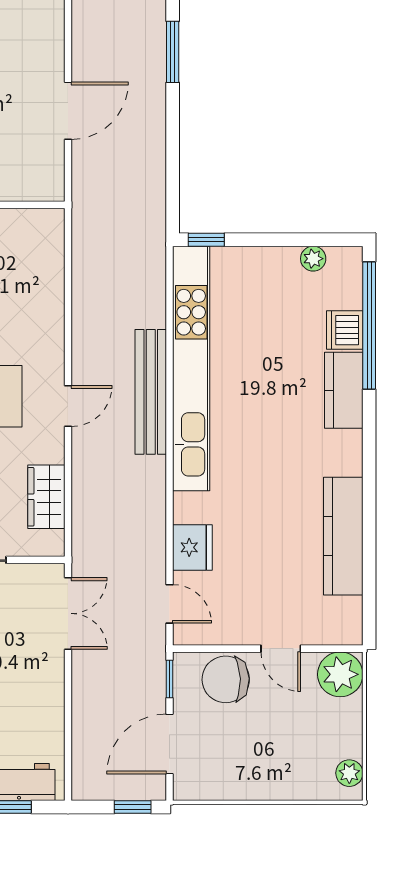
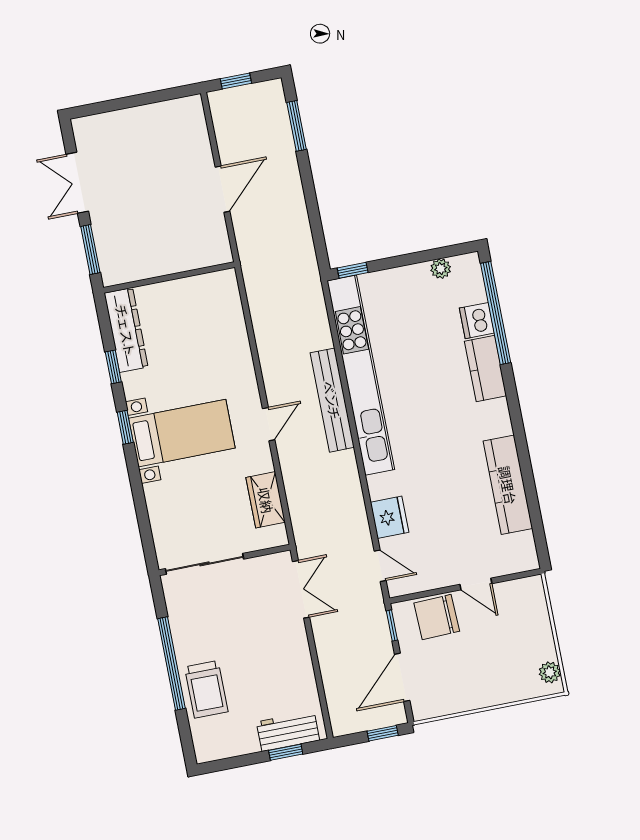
plant: (340, 674) -> (527, 595), removed

